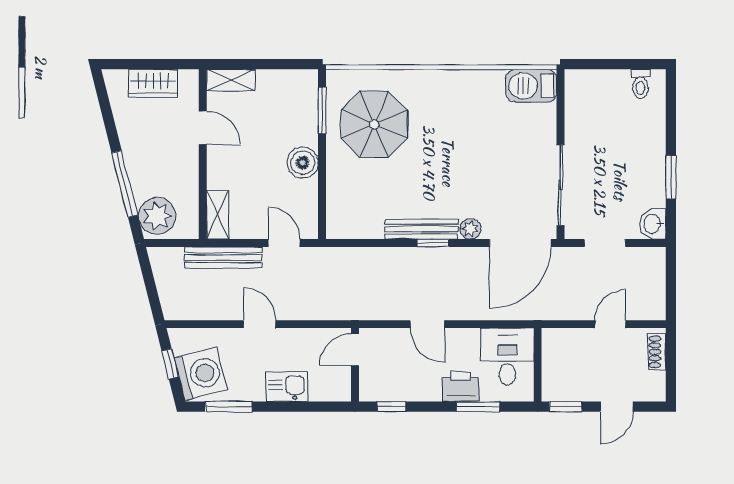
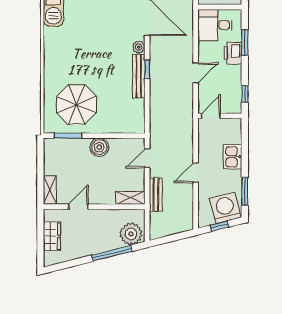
bench: (223, 258) -> (156, 195), width x0.73
door: (355, 350) -> (211, 116), swing flipped

